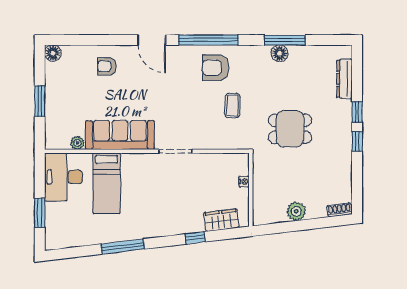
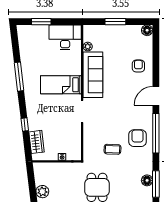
bed: (107, 183) -> (61, 85), moved

